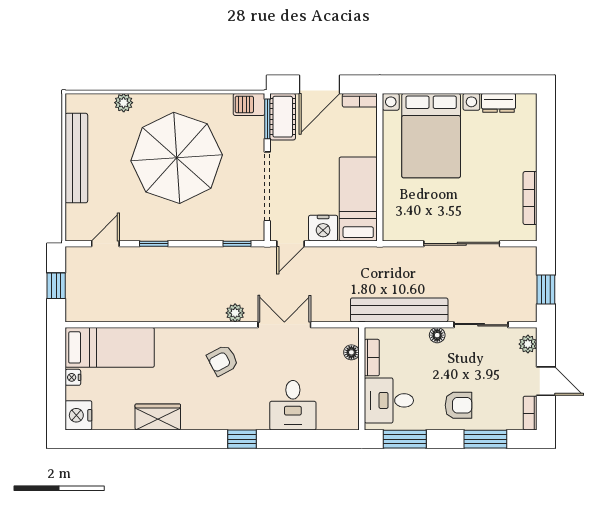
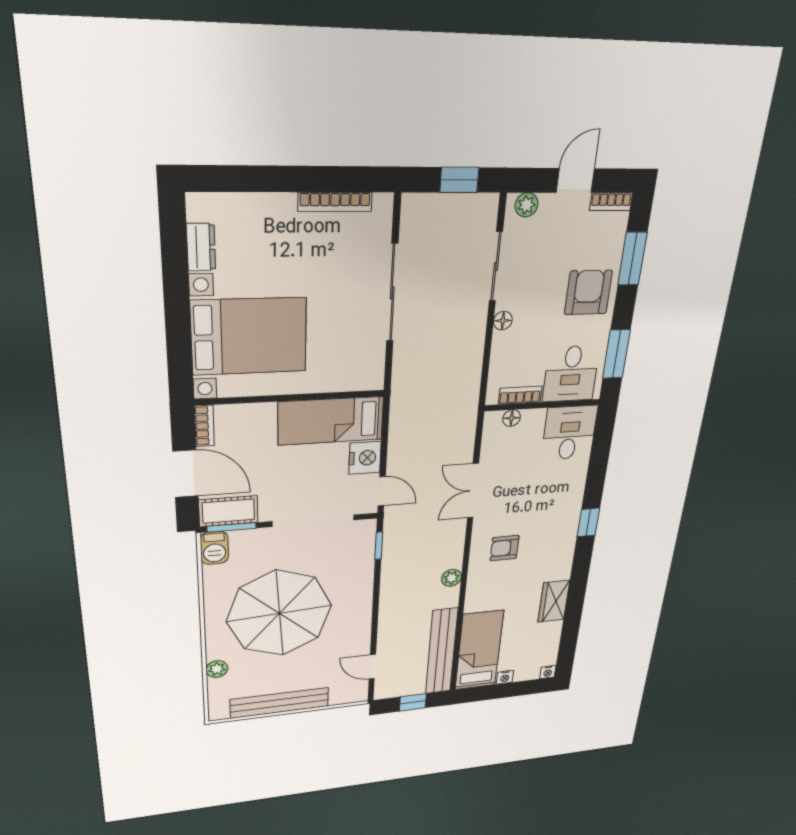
window: (154, 244) -> (375, 624), removed
bench: (399, 310) -> (442, 651), moved
plant: (235, 313) -> (452, 578), moved
armchair: (223, 360) -> (505, 548), turned 118
desk: (293, 405) -> (569, 433), moved, turned -90
armchair: (458, 405) -> (588, 292), width x1.38, depth x1.38
nightstand: (78, 415) -> (548, 672), width x0.53, depth x0.56

